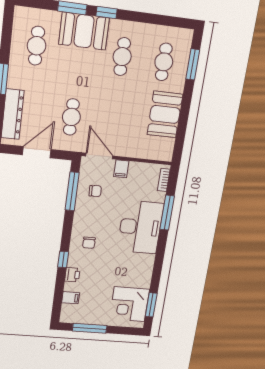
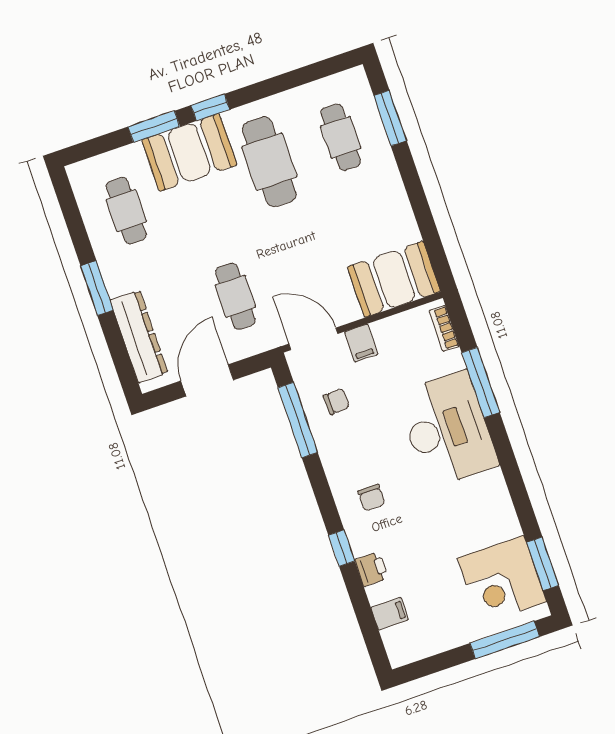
cafe table: (122, 57) -> (269, 162), width x1.37, depth x1.35
booth: (165, 114) -> (394, 279), moved, turned 90
window: (90, 328) -> (505, 640), moved

